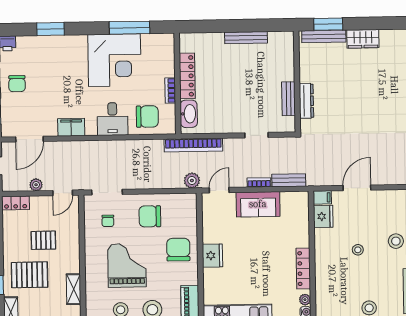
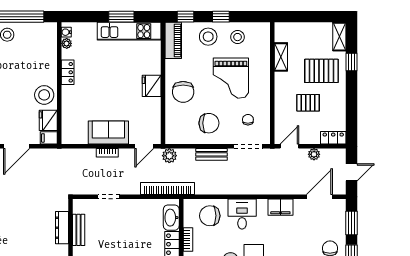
bench: (289, 180) -> (211, 154), moved
stool: (358, 250) -> (44, 95), moved, width x1.89, depth x1.89
locker: (303, 269) -> (68, 72), width x0.66

